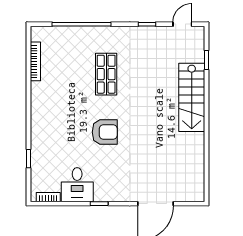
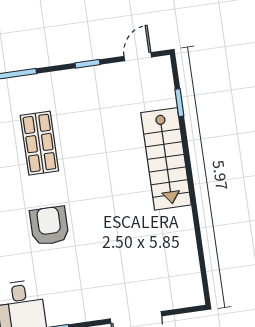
armchair: (105, 132) -> (49, 226), turned -90

